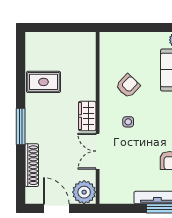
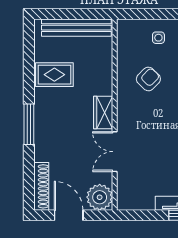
bench: (63, 40) -> (76, 28), added
side table: (128, 122) -> (158, 38), moved
shoe rack: (32, 165) -> (41, 186), moved

